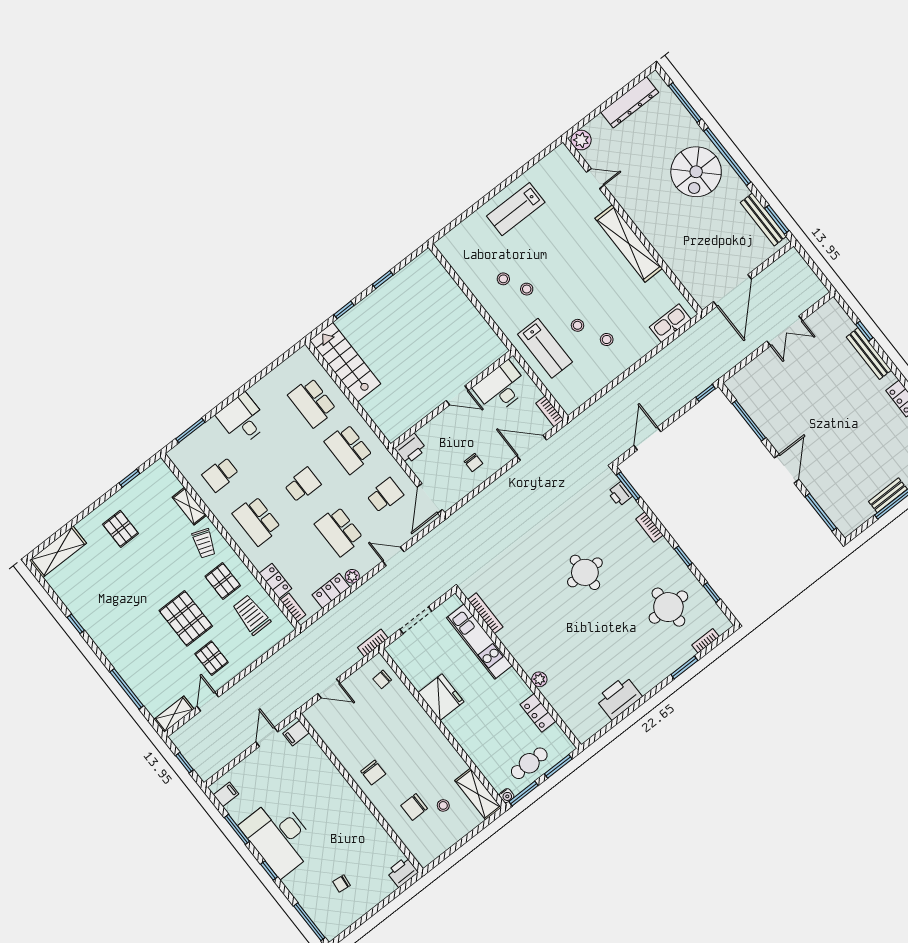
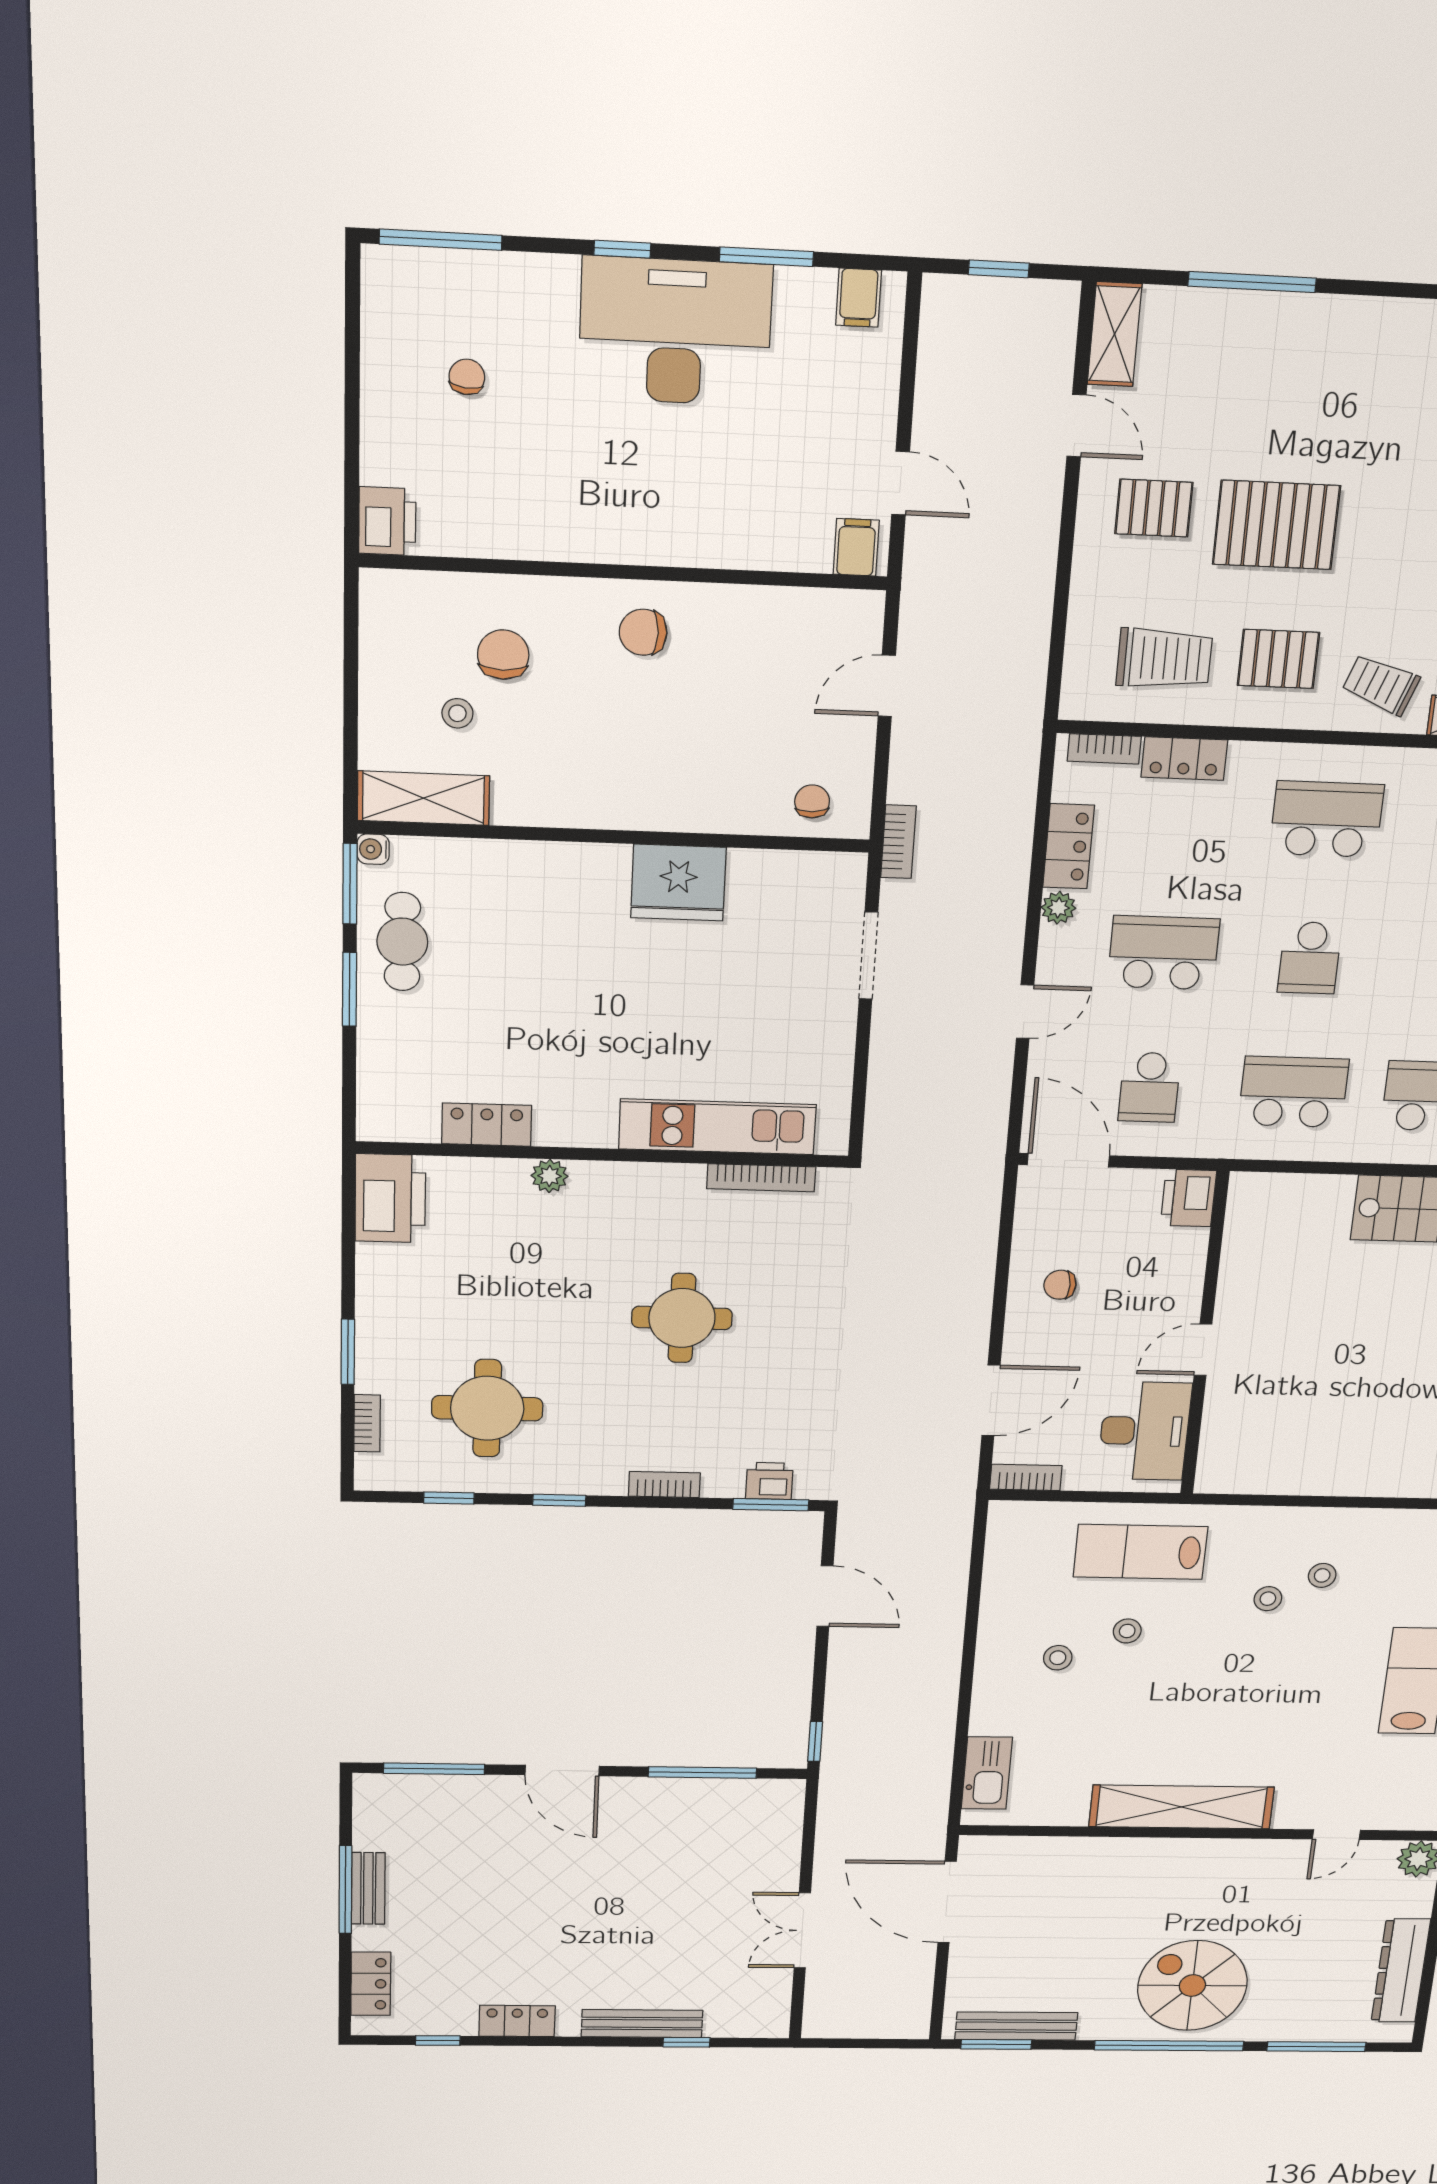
bookcase: (485, 613) -> (761, 1178), moved
kitchen unit: (479, 642) -> (717, 1127), moved
wall: (518, 669) -> (603, 1155), moved
plant: (539, 679) -> (550, 1176), moved
locker: (538, 713) -> (487, 1125), moved

